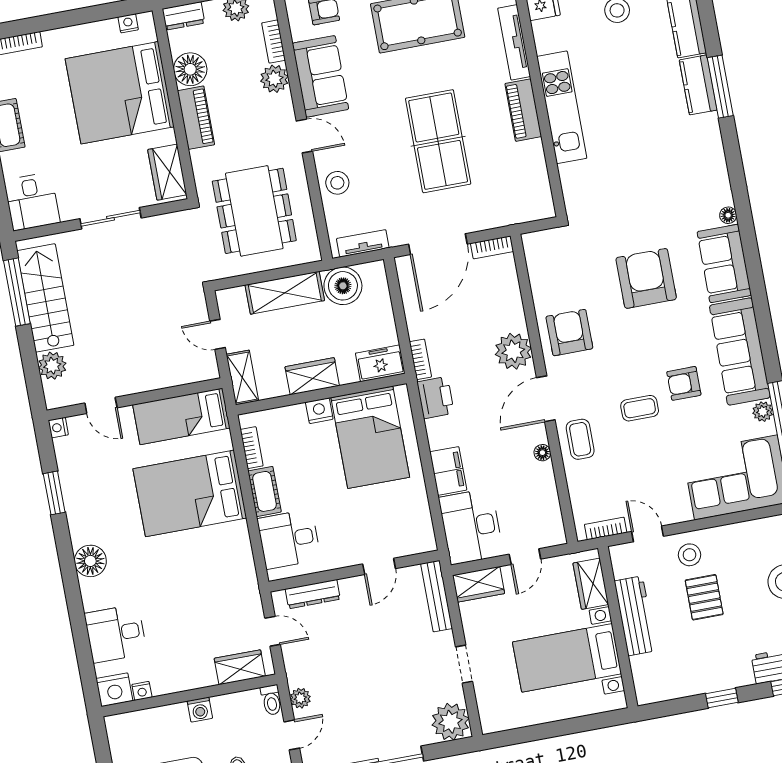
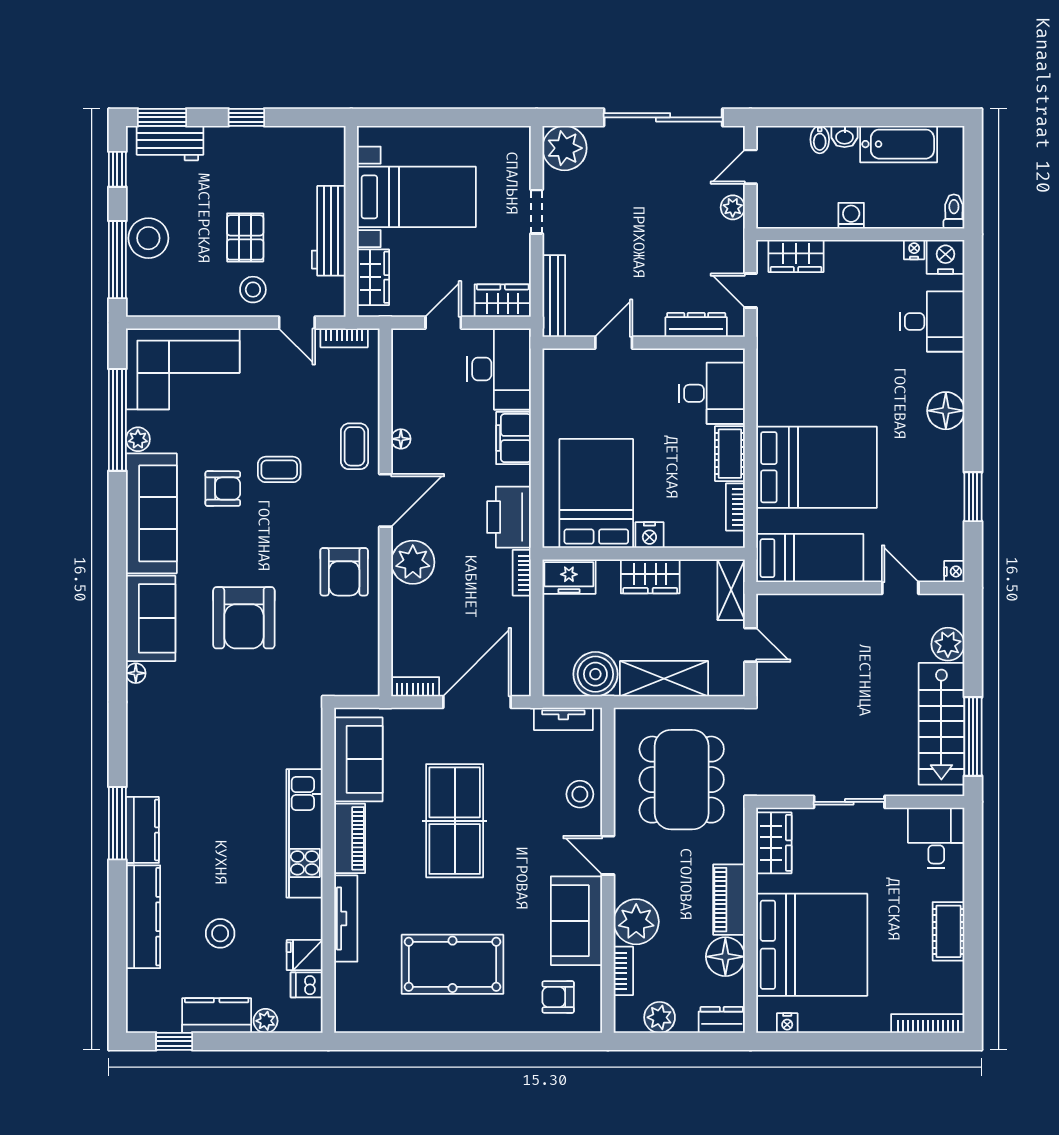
plant: (274, 79) -> (636, 922), width x1.36, depth x1.36
sofa: (528, 178) -> (358, 759), added
printer: (435, 398) -> (509, 517), width x1.37, depth x1.19
toilet: (271, 700) -> (954, 211), moved

